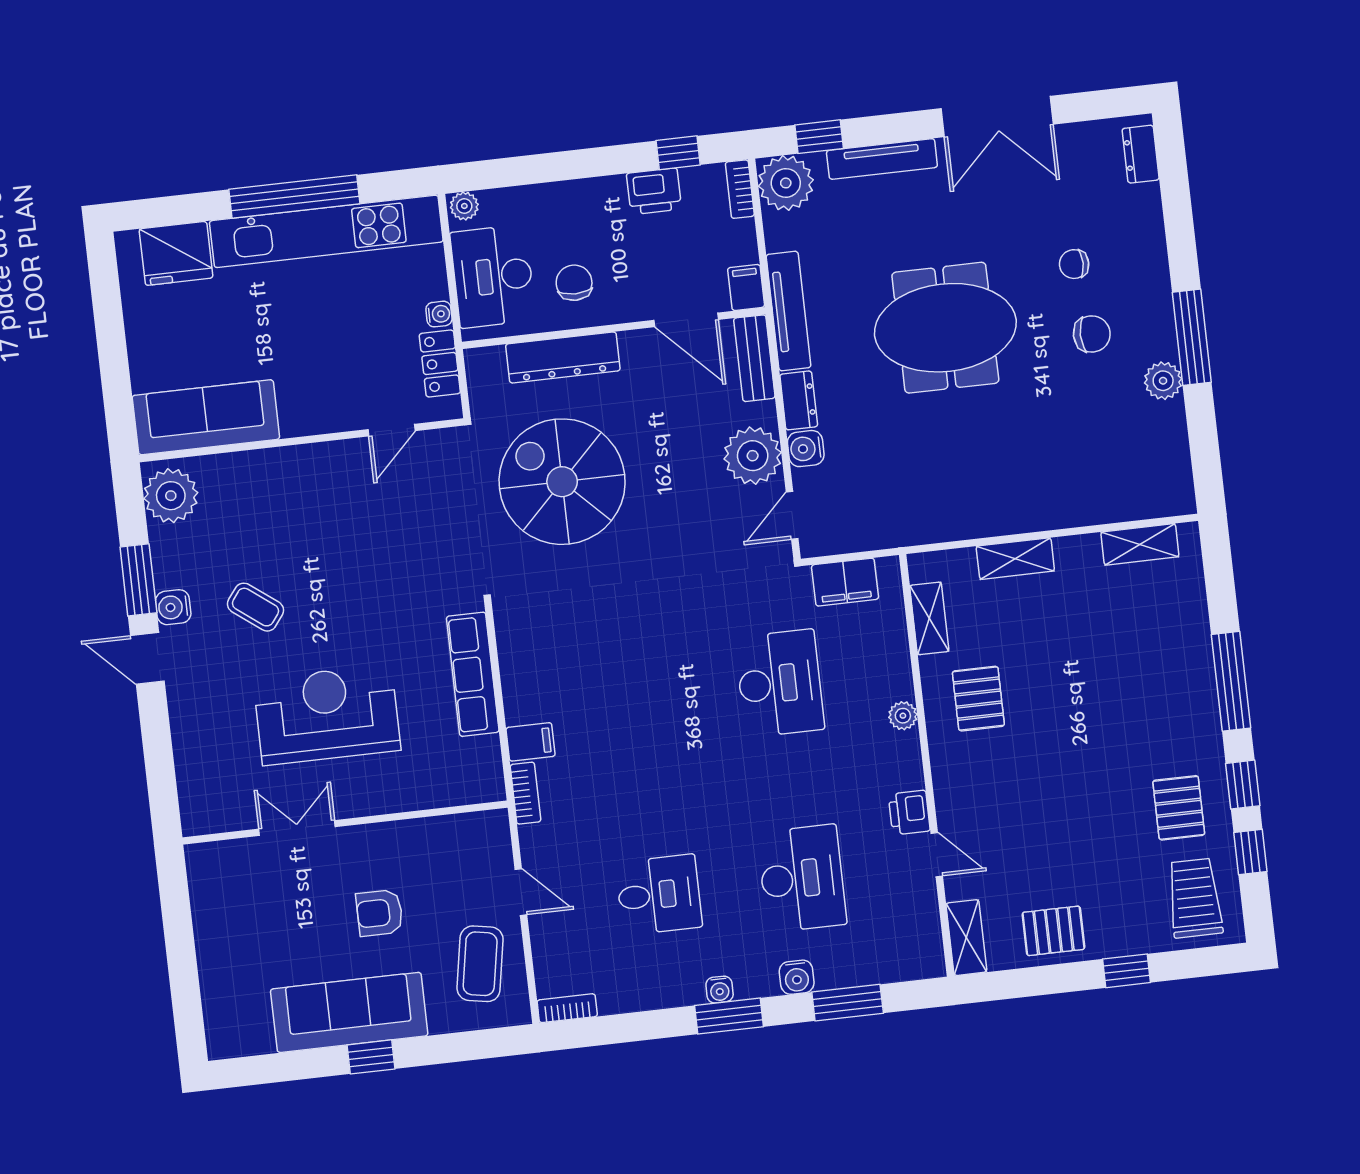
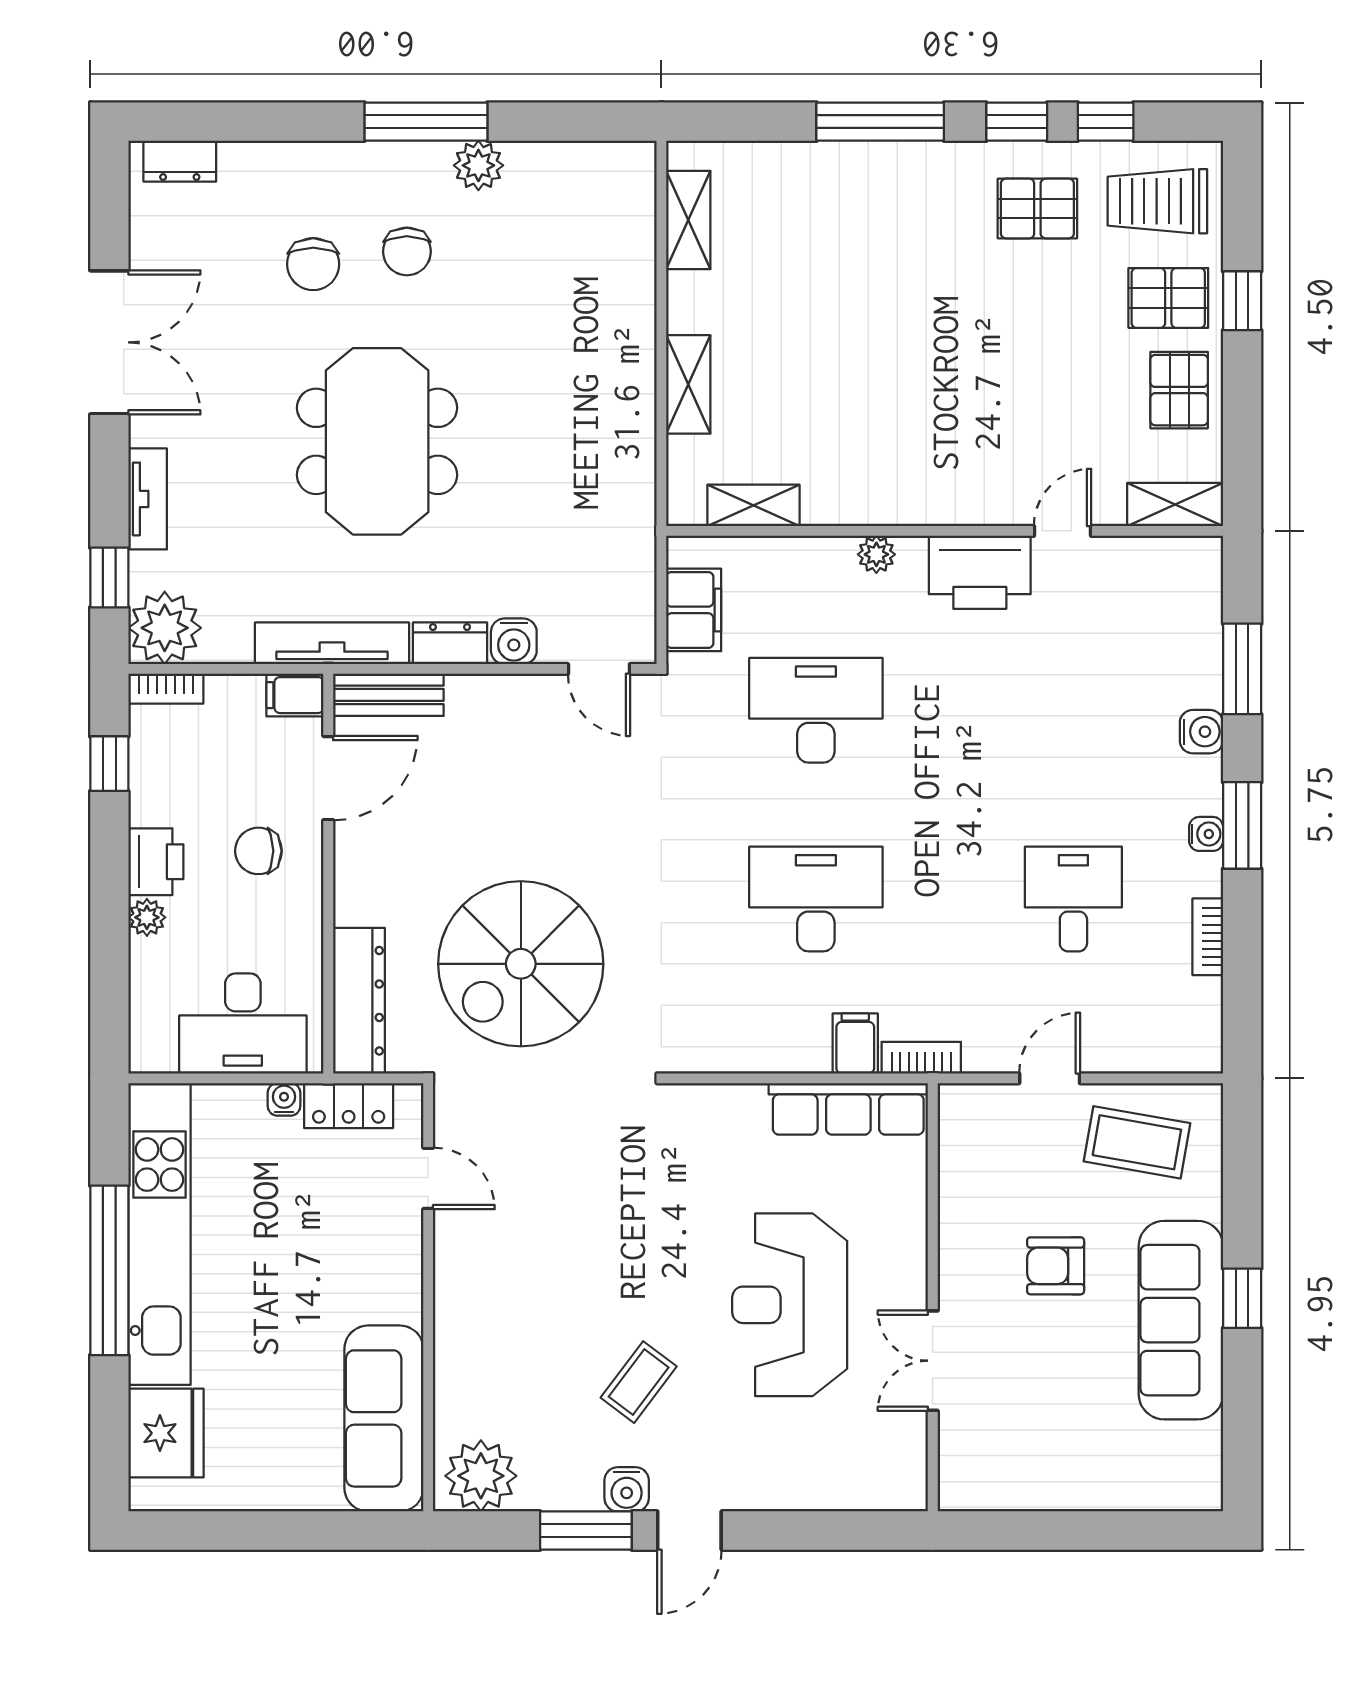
tv unit: (882, 159) -> (148, 499), width x0.71
printer: (654, 191) -> (156, 862), moved
plant: (464, 206) -> (147, 917), moved
chair: (1074, 264) -> (313, 264), width x1.37, depth x1.37
chair: (574, 283) -> (258, 851), moved
chair: (1092, 334) -> (407, 251), turned 180
dresser: (563, 357) -> (359, 1001), moved
plant: (753, 456) -> (515, 712), removed
row of seats: (473, 674) -> (848, 1109), moved
pallet: (978, 699) -> (1168, 298), moved
printer: (909, 813) -> (980, 572), width x1.87, depth x1.48
desk: (802, 878) -> (816, 899), moved
armchair: (379, 913) -> (1056, 1266), turned 90
bookcase: (567, 1008) -> (1208, 937), moved

